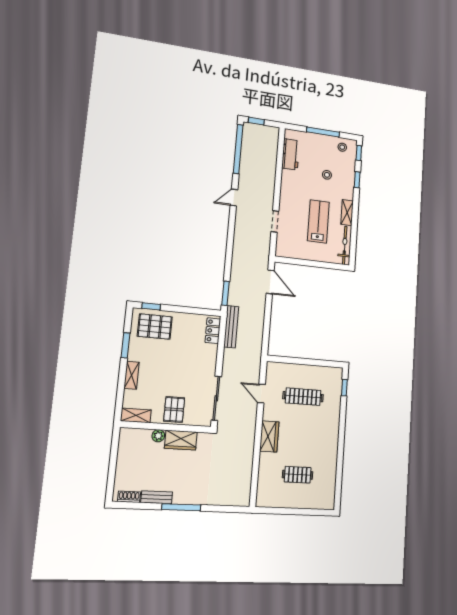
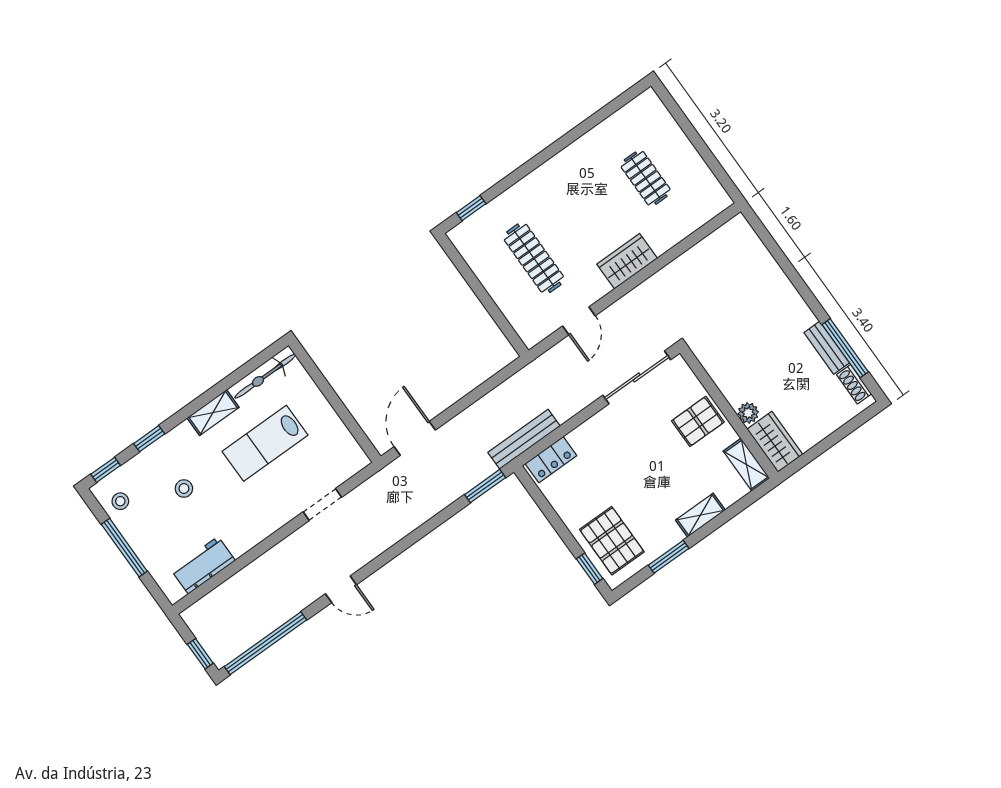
wardrobe: (181, 440) -> (775, 442), moved
window: (181, 507) -> (845, 348), moved

